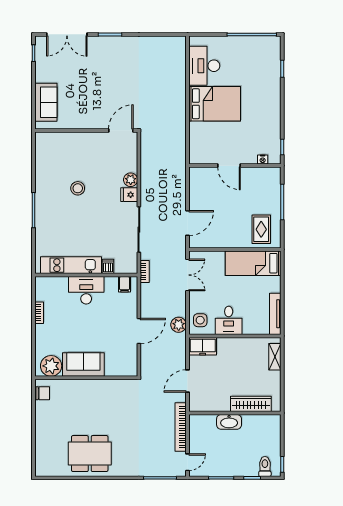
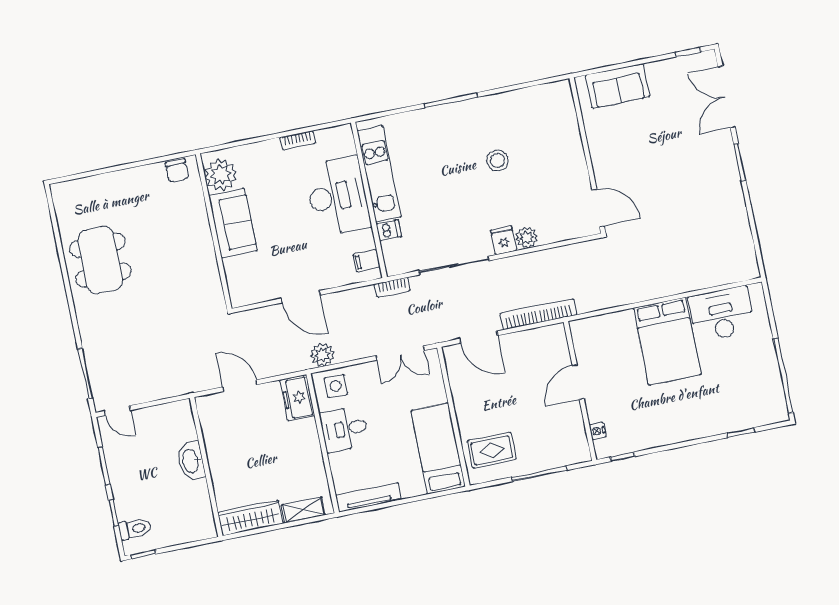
desk: (86, 290) -> (338, 196), width x1.36, depth x1.30
wardrobe: (251, 404) -> (250, 518), moved, turned -90
bookcase: (181, 427) -> (538, 314), moved

